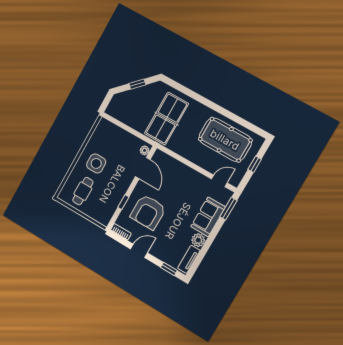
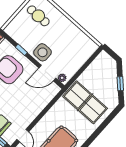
side table: (96, 163) -> (43, 52), moved

